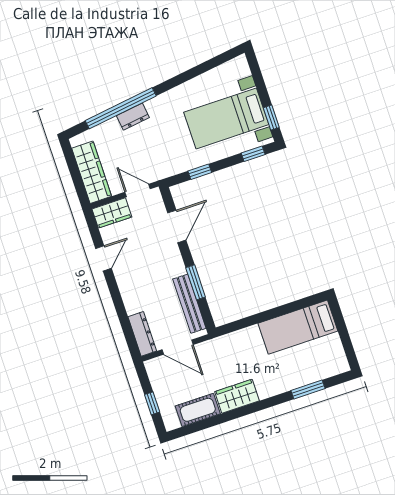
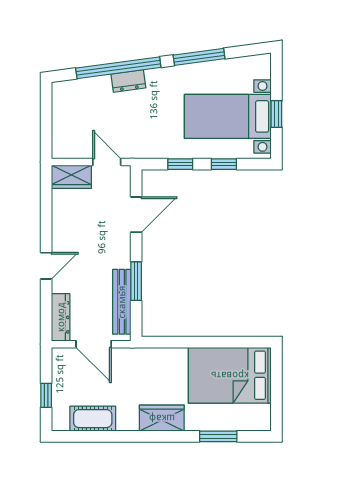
window: (185, 77) -> (199, 57), added
window: (271, 118) -> (276, 114), moved
window: (253, 154) -> (224, 164), moved
wardrobe: (92, 172) -> (64, 126), removed
door: (104, 258) -> (46, 266), moved
bed: (298, 327) -> (230, 375), width x1.50
wardrobe: (237, 396) -> (162, 418), moved

